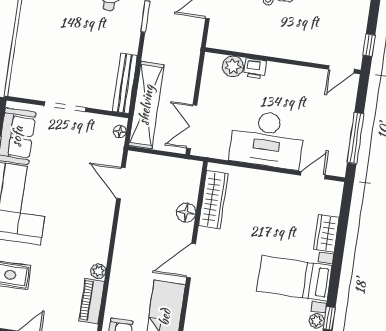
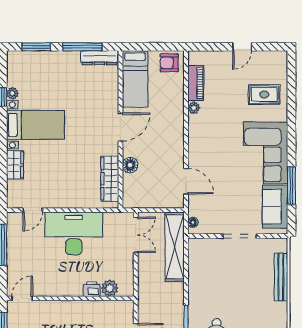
bench: (125, 83) -> (281, 277), moved

